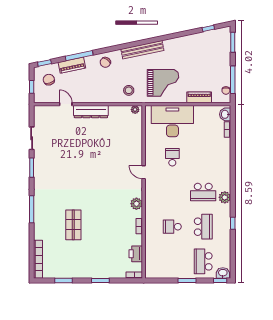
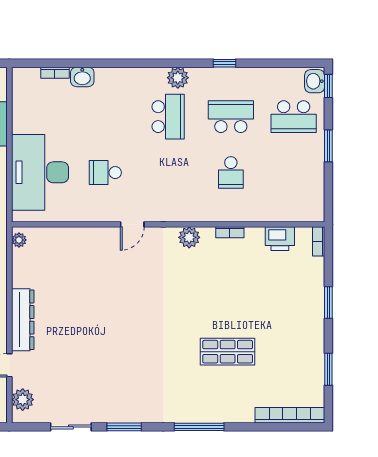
plant: (47, 112) -> (23, 400), added
washbasin: (225, 114) -> (82, 77), moved

